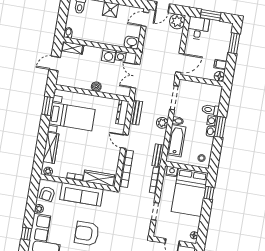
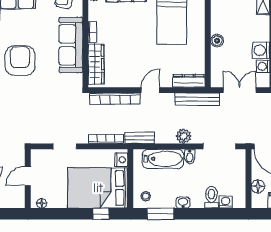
floor lamp: (219, 76) -> (258, 186), moved
bench: (136, 113) -> (197, 99), width x1.36
washing machine: (212, 121) -> (226, 202), moved
window: (220, 127) -> (161, 214), moved

